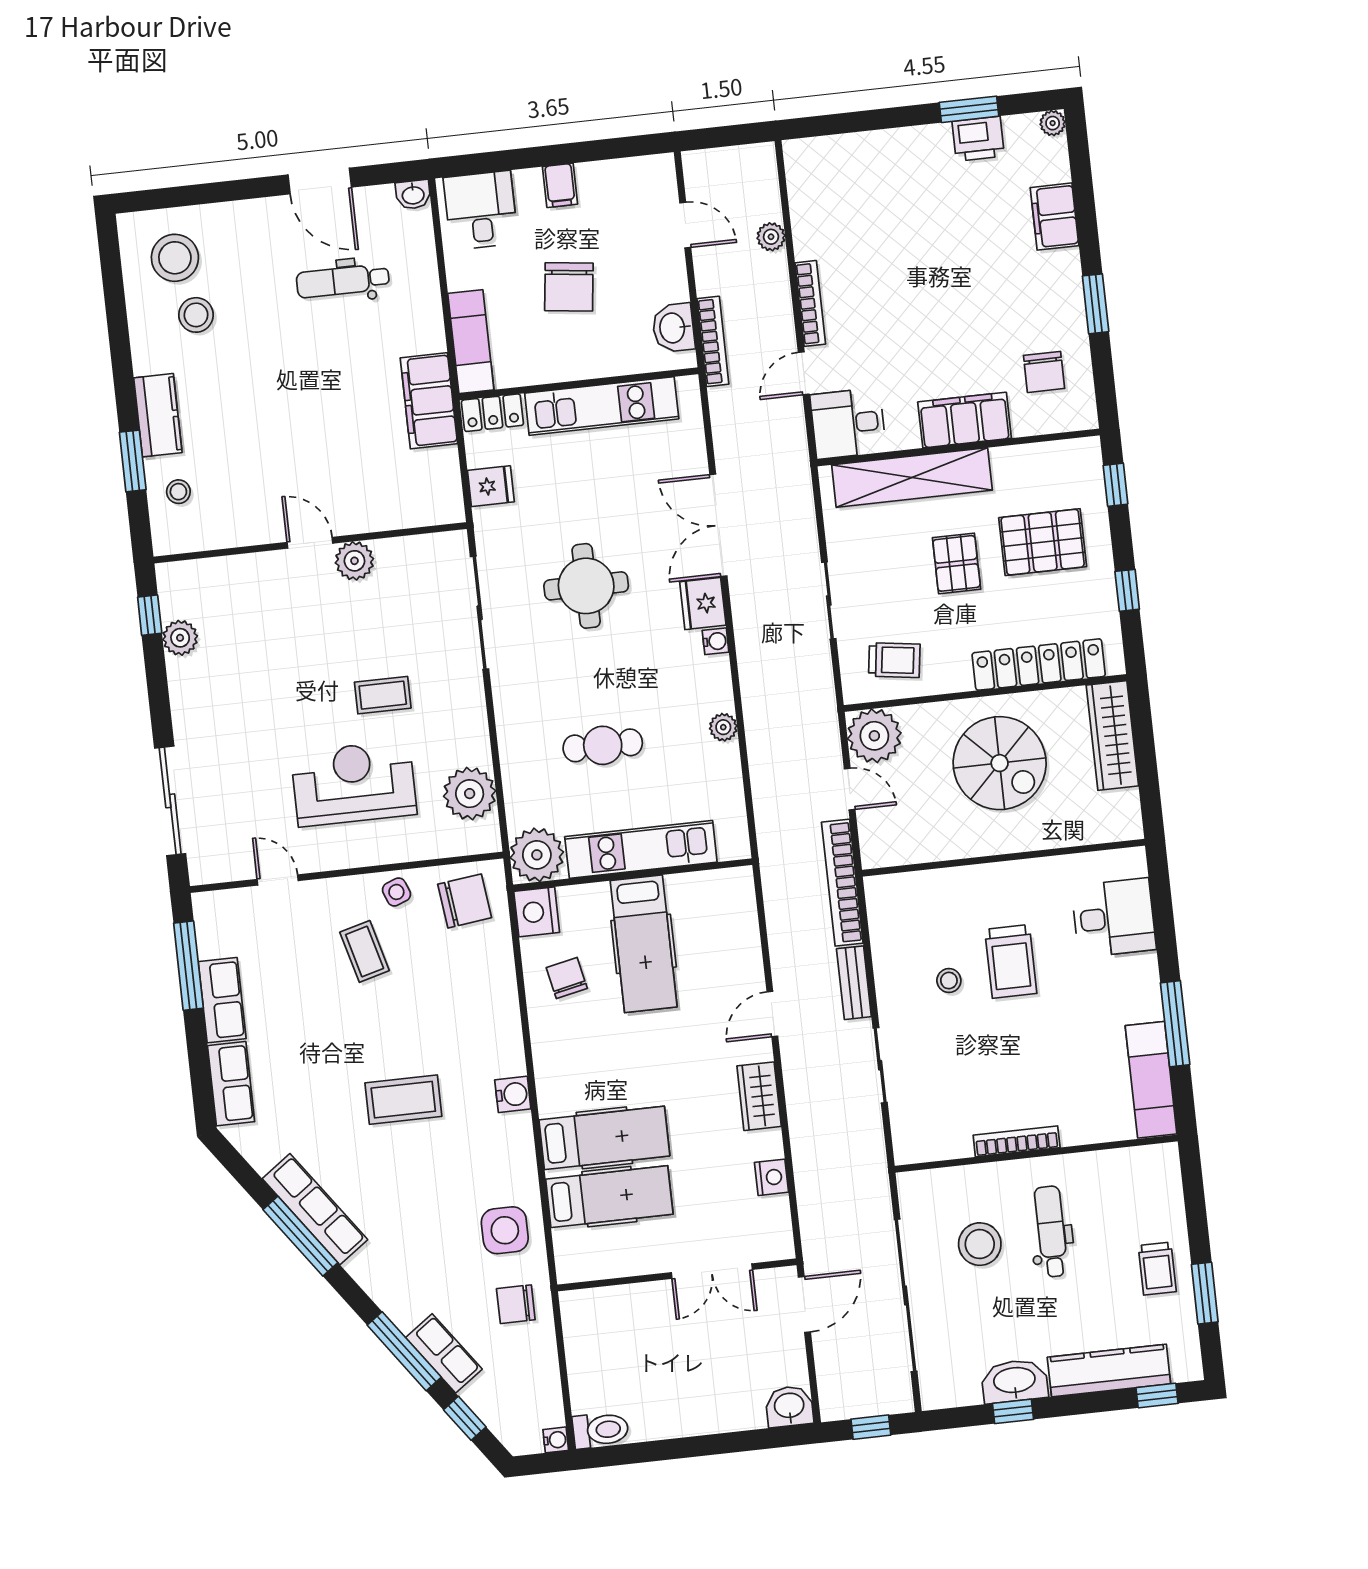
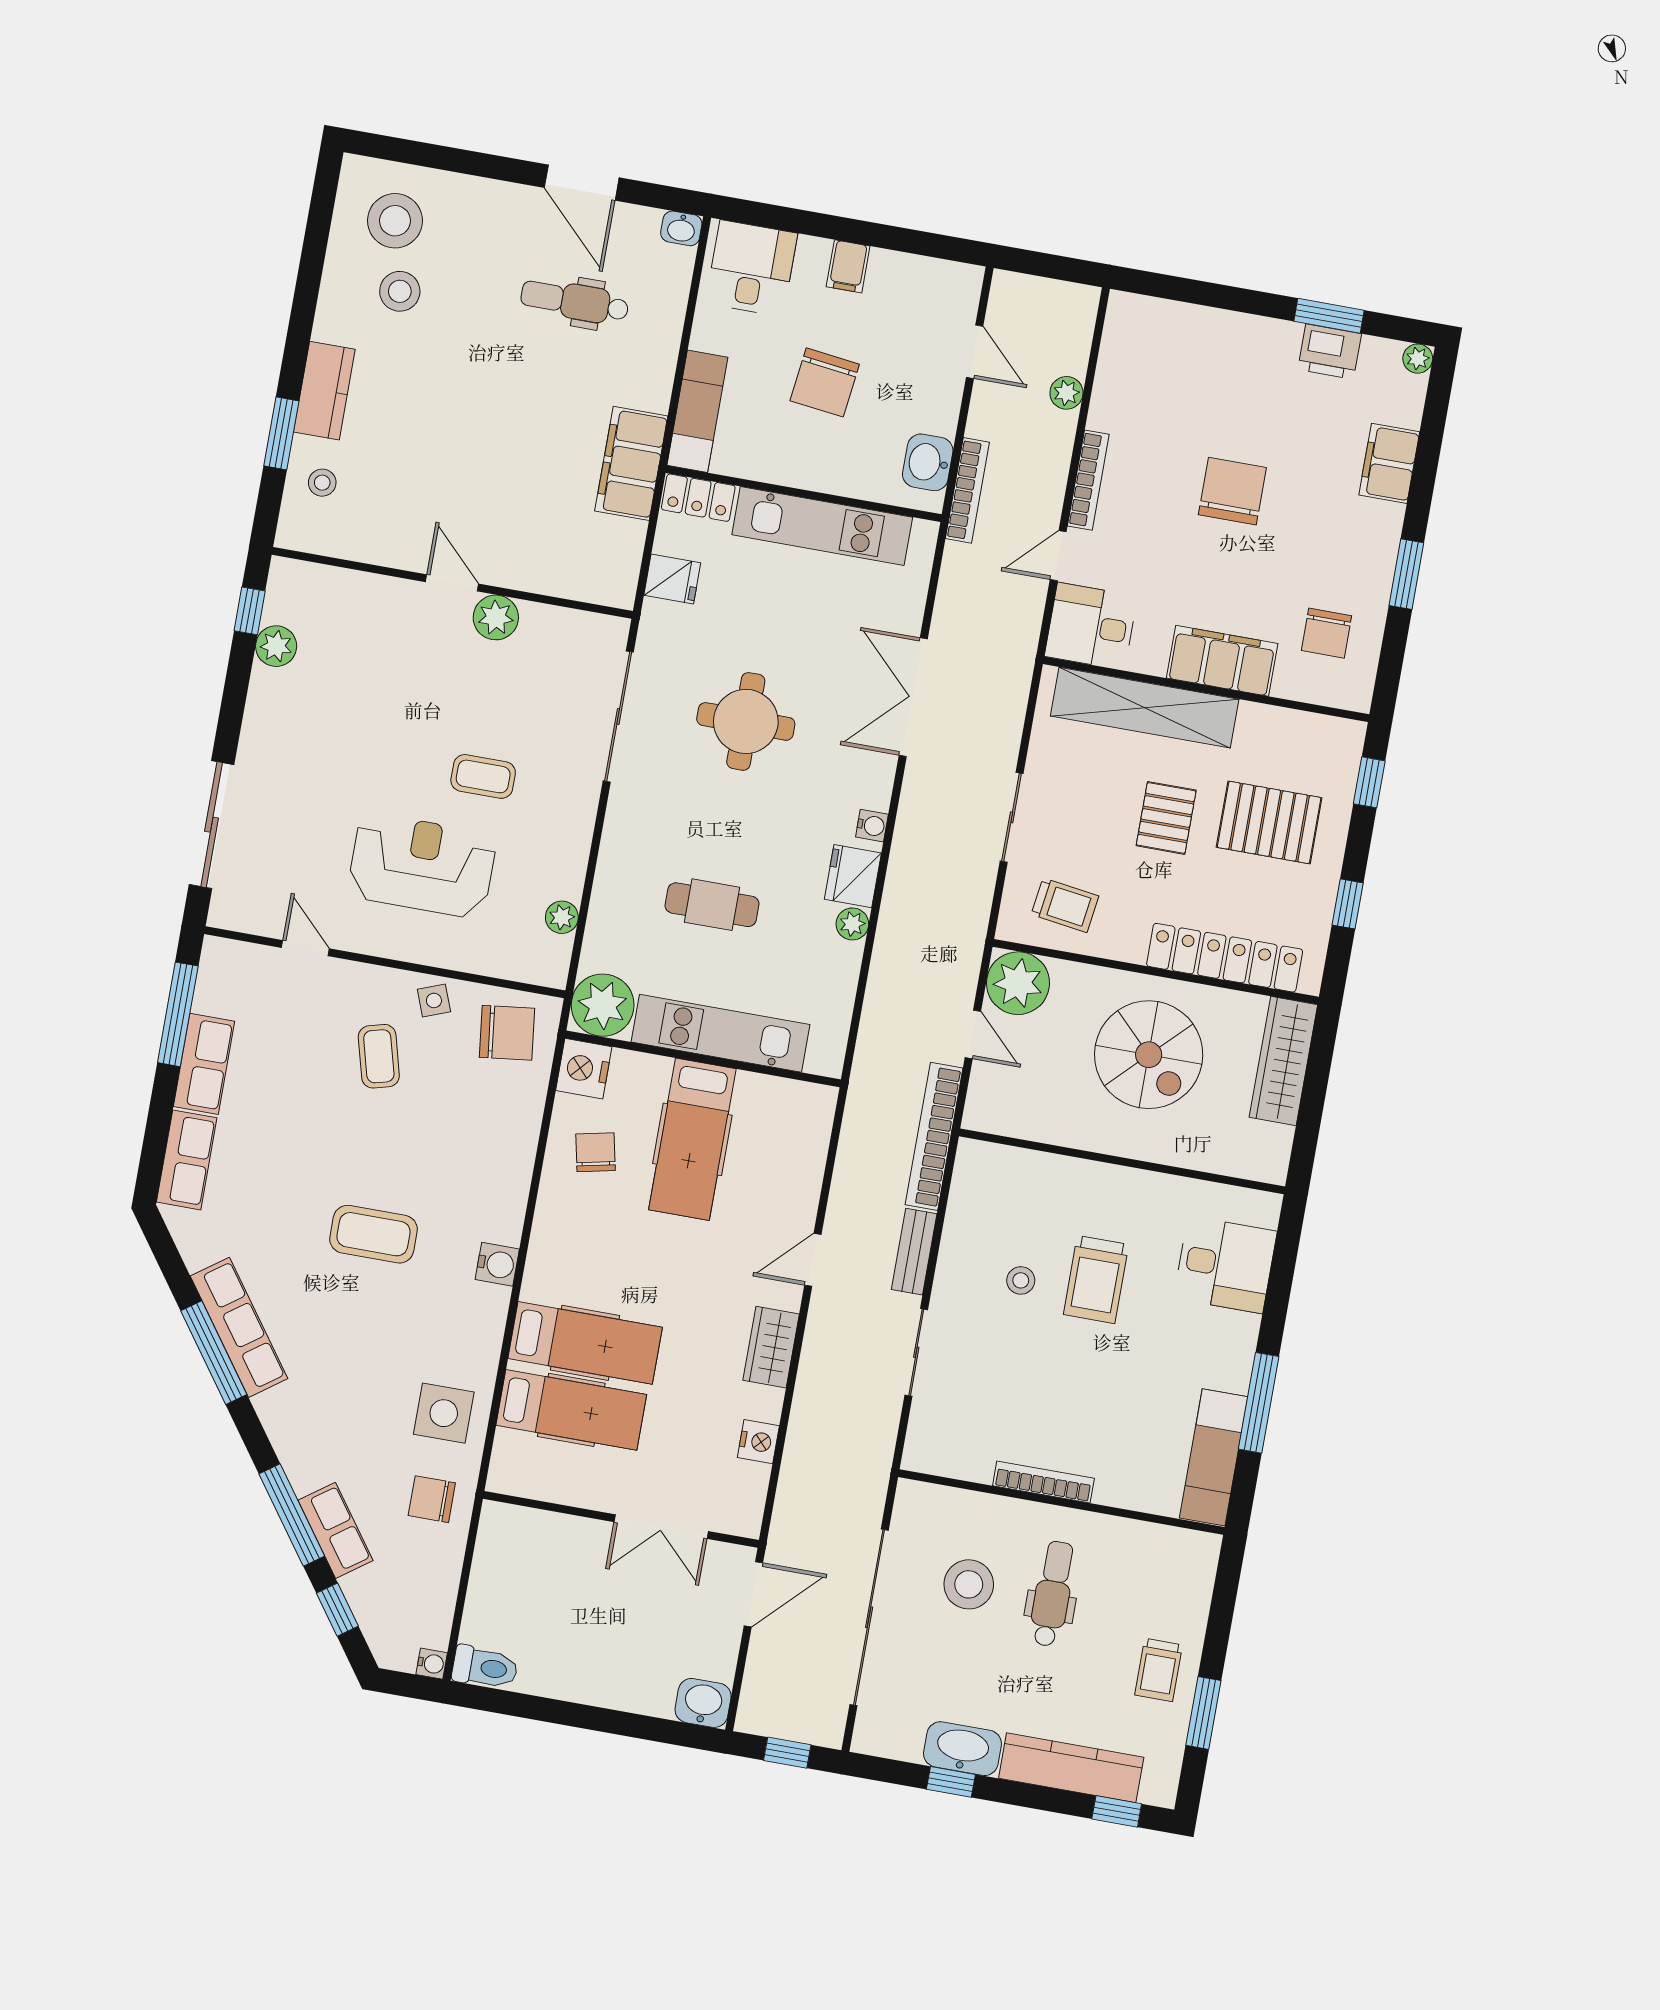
chair: (932, 278) -> (1232, 491), added
fridge: (703, 603) -> (853, 876), moved
plant: (470, 794) -> (562, 917), width x0.53, depth x0.53

